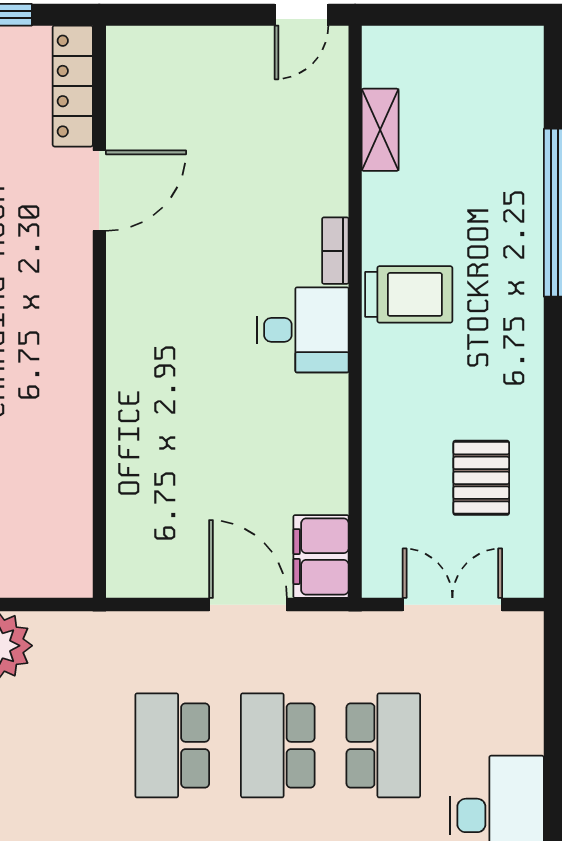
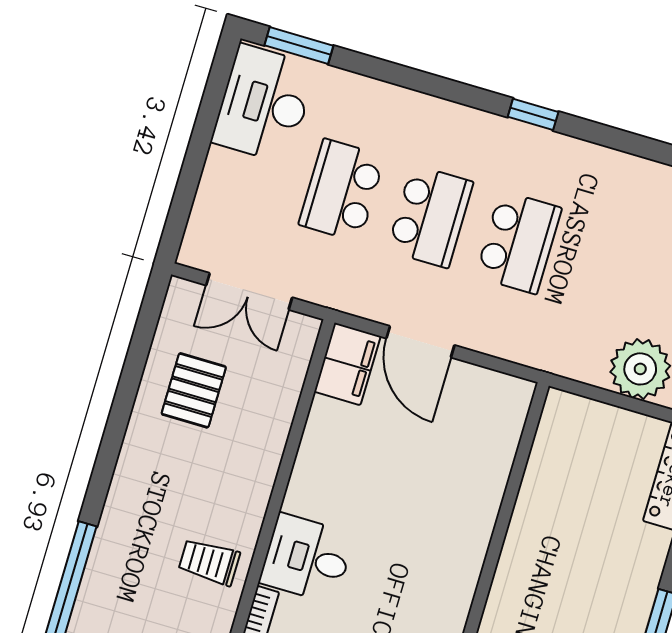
trolley: (409, 294) -> (209, 562), width x0.73, depth x0.72

